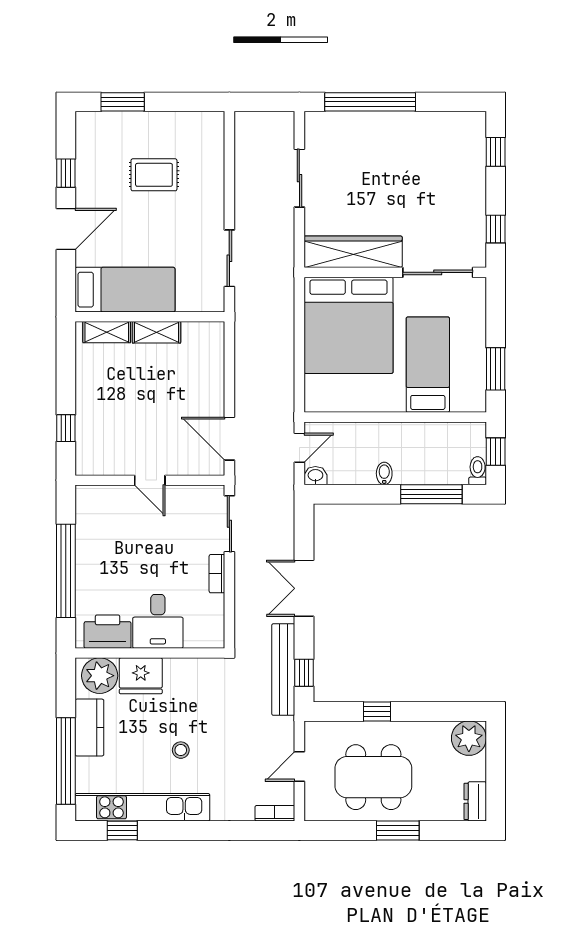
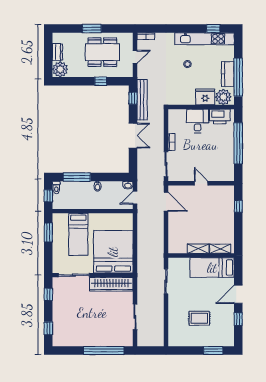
window: (66, 761) -> (238, 77), moved
dresser: (475, 801) -> (57, 52), moved

